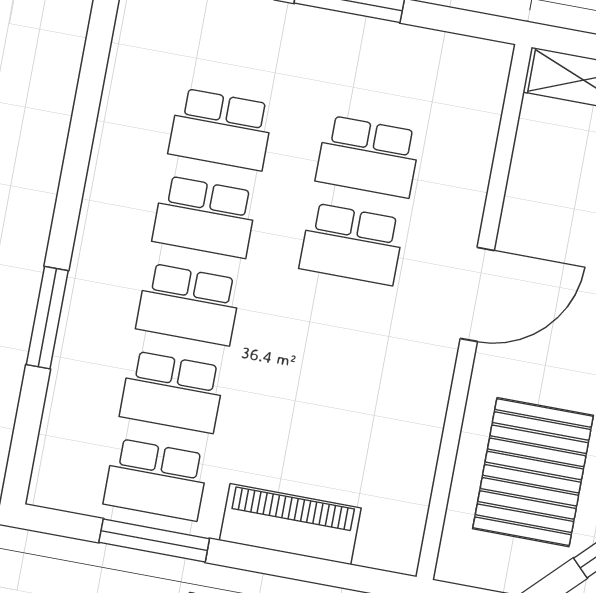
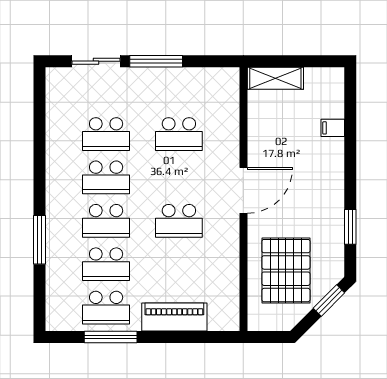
school desk: (352, 244) -> (179, 221), moved

